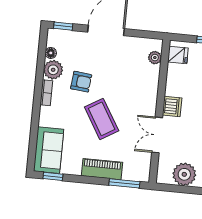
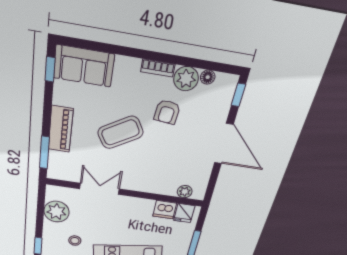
dishwasher: (172, 106) -> (165, 210), moved

